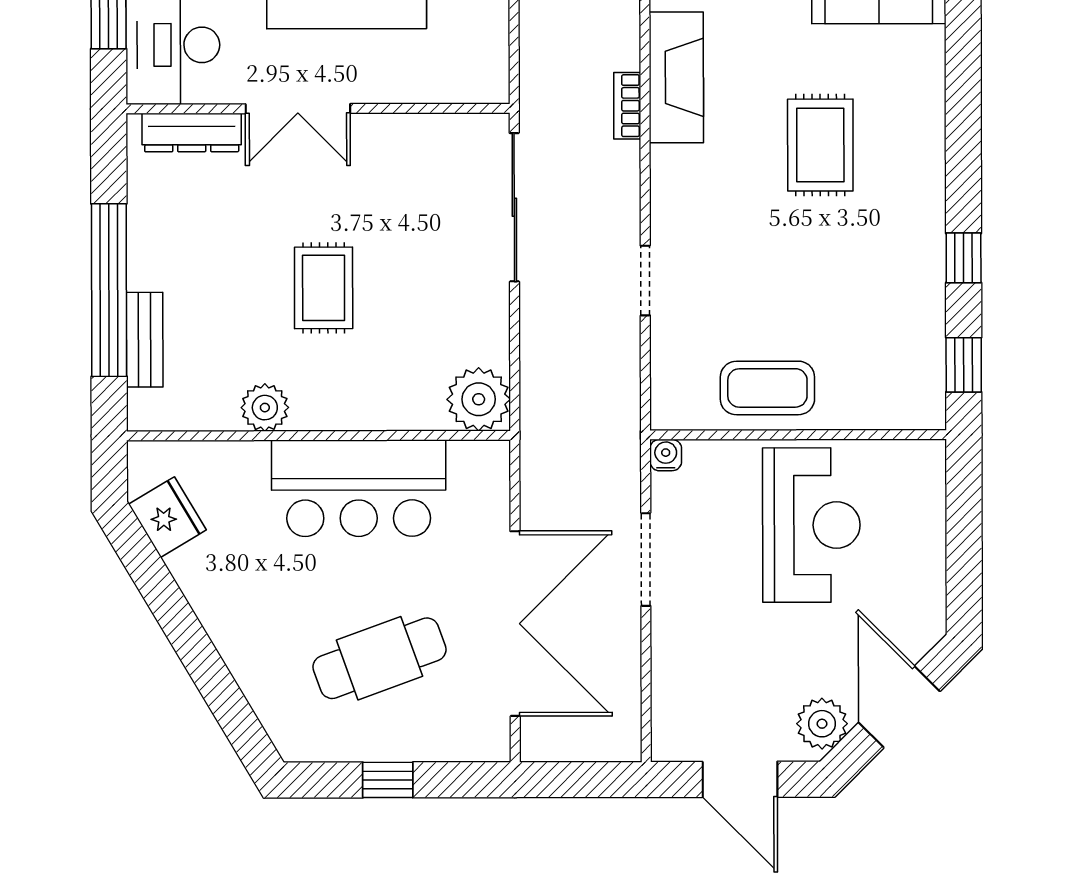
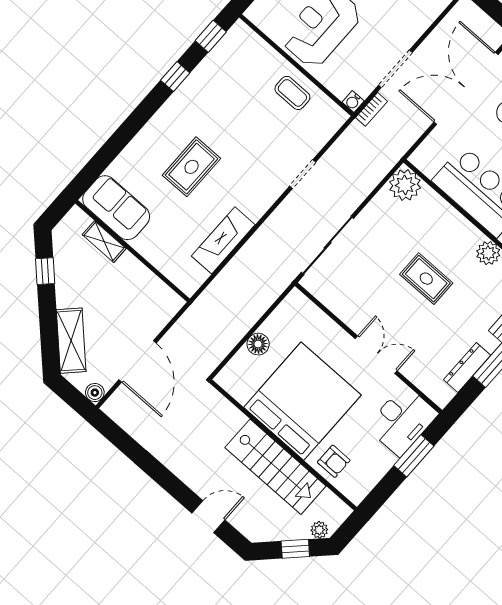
bookcase: (627, 106) -> (371, 109), moved
dresser: (192, 133) -> (467, 367), moved, turned -90
rug: (324, 288) -> (426, 279), turned 90
coffee table: (767, 388) -> (292, 93), width x0.73, depth x0.77

